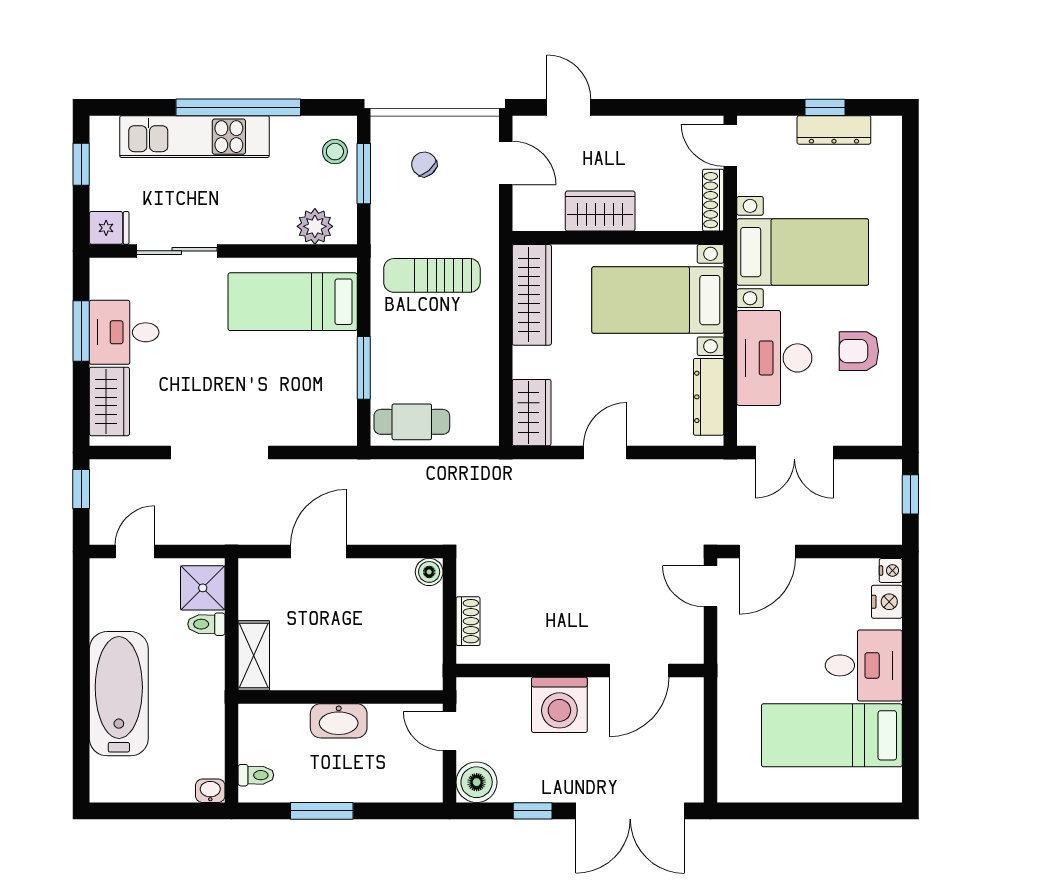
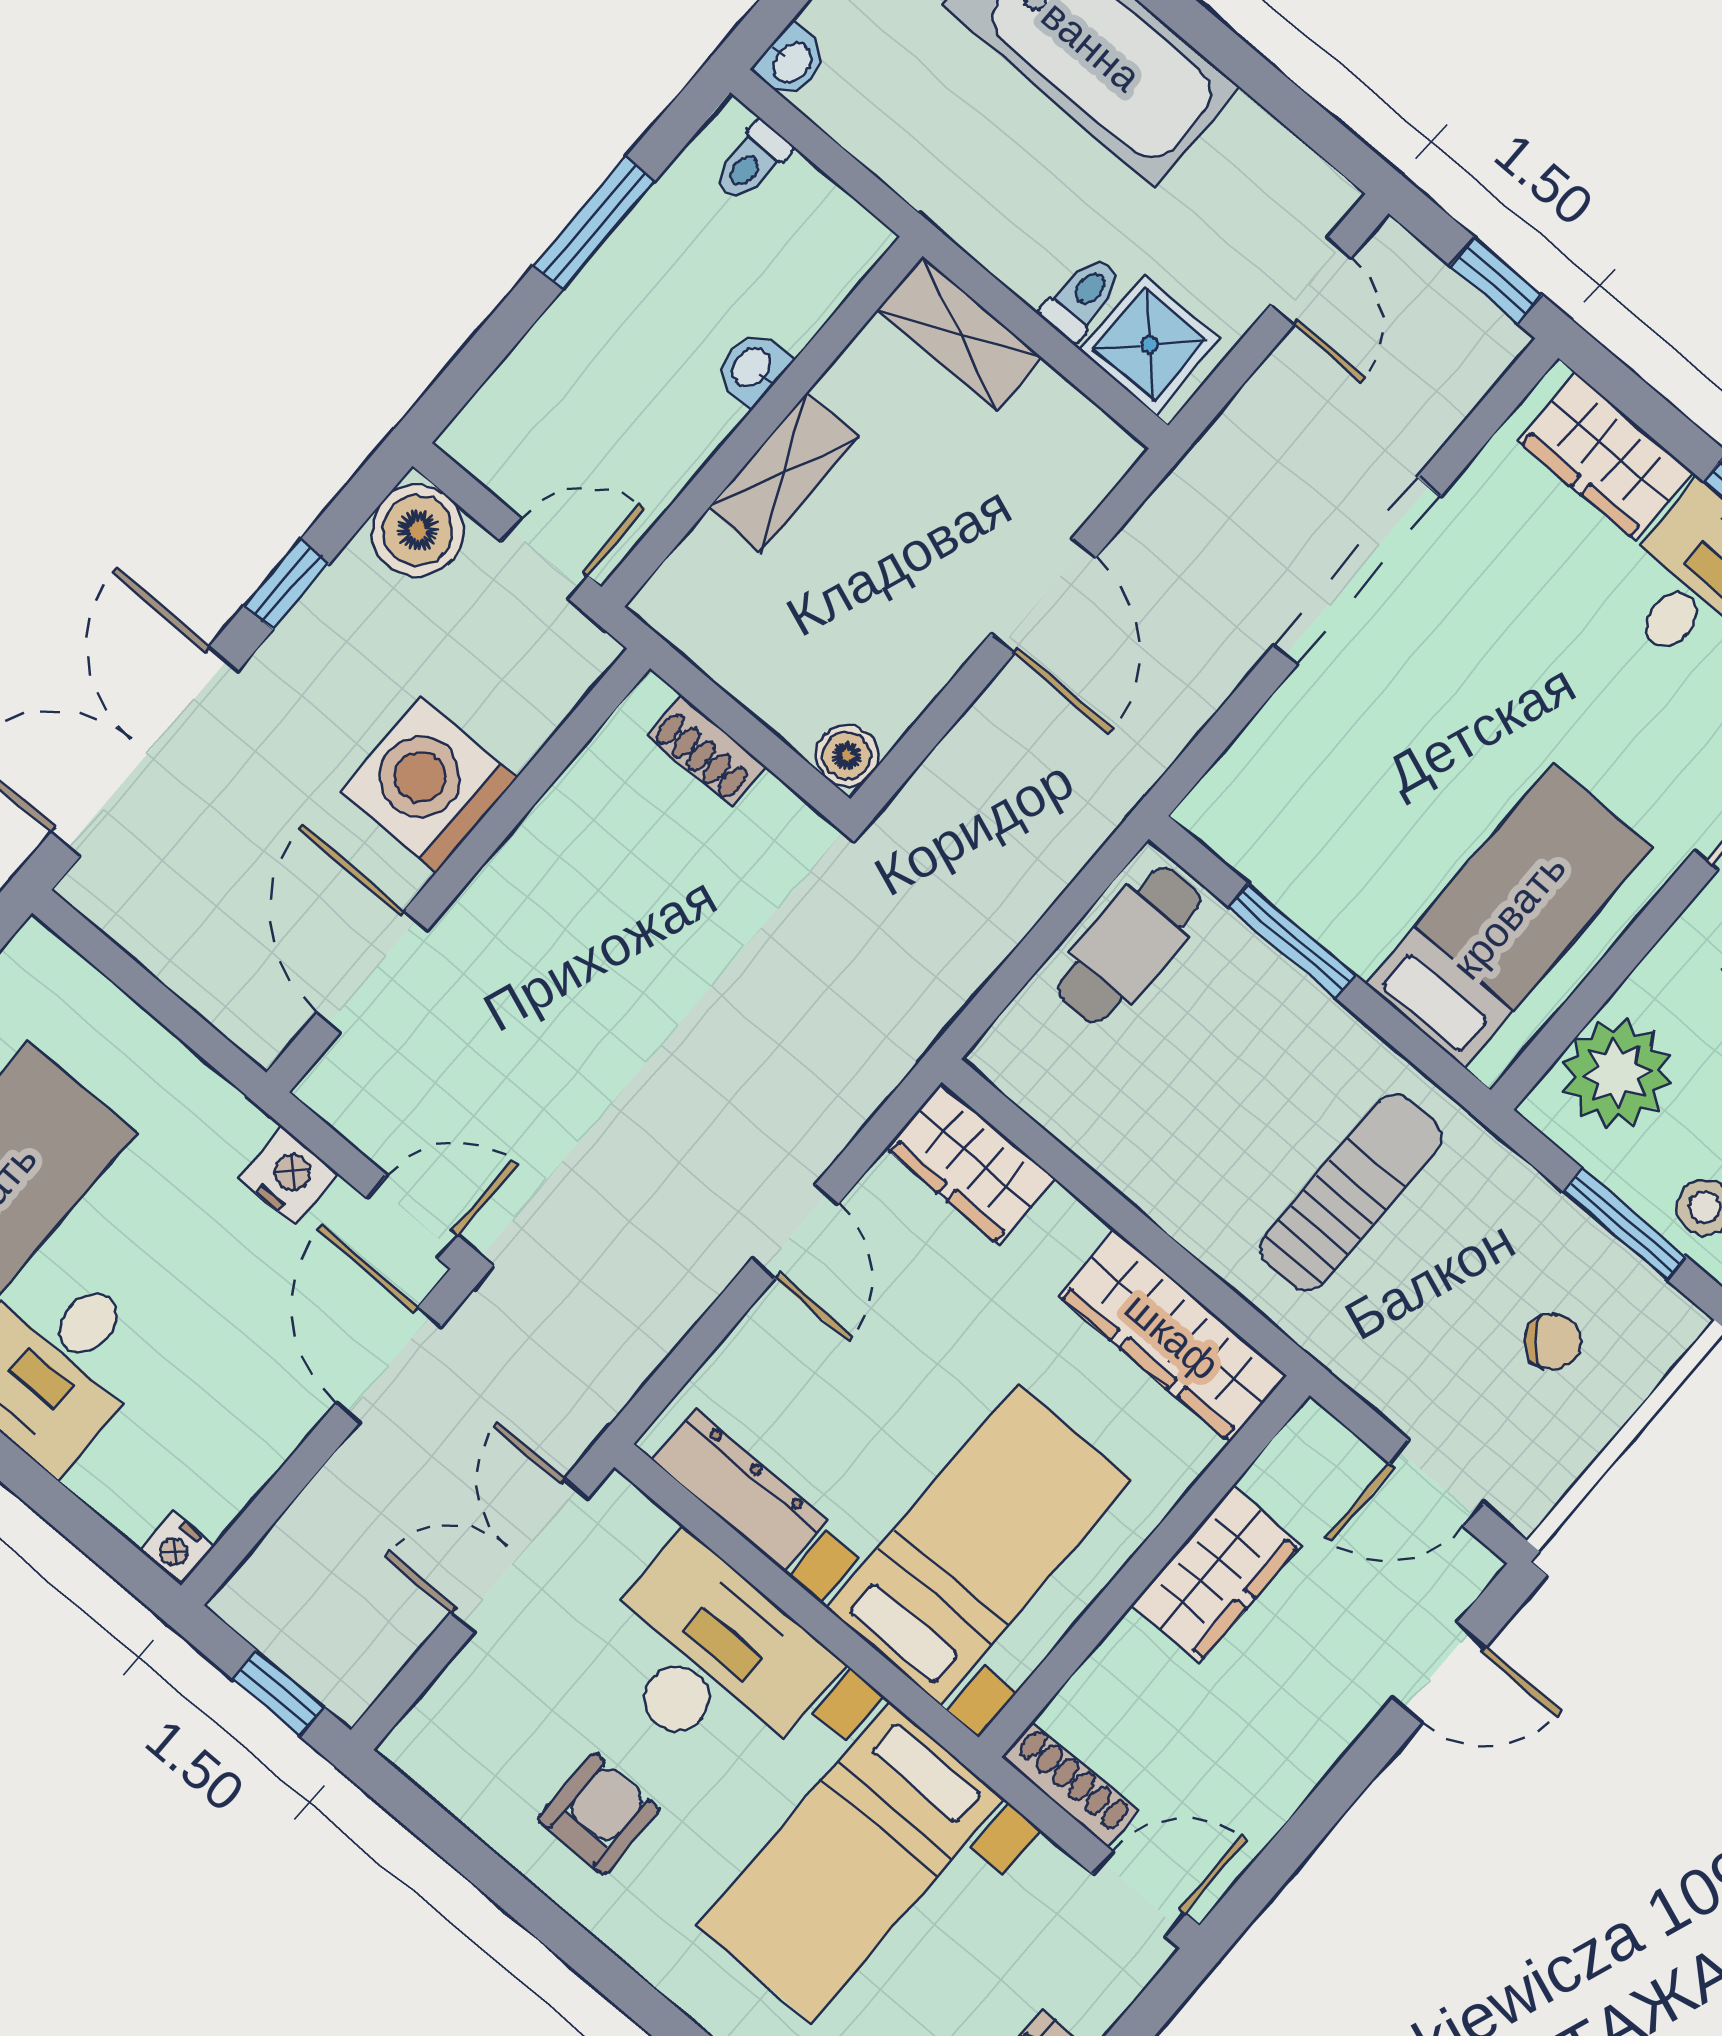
plant: (315, 226) -> (1617, 1073), width x1.36, depth x1.36
nightstand: (887, 602) -> (289, 1176), moved, turned 180
shelving: (351, 675) -> (784, 472), added
washbasin: (339, 721) -> (753, 368), width x0.52, depth x0.69

